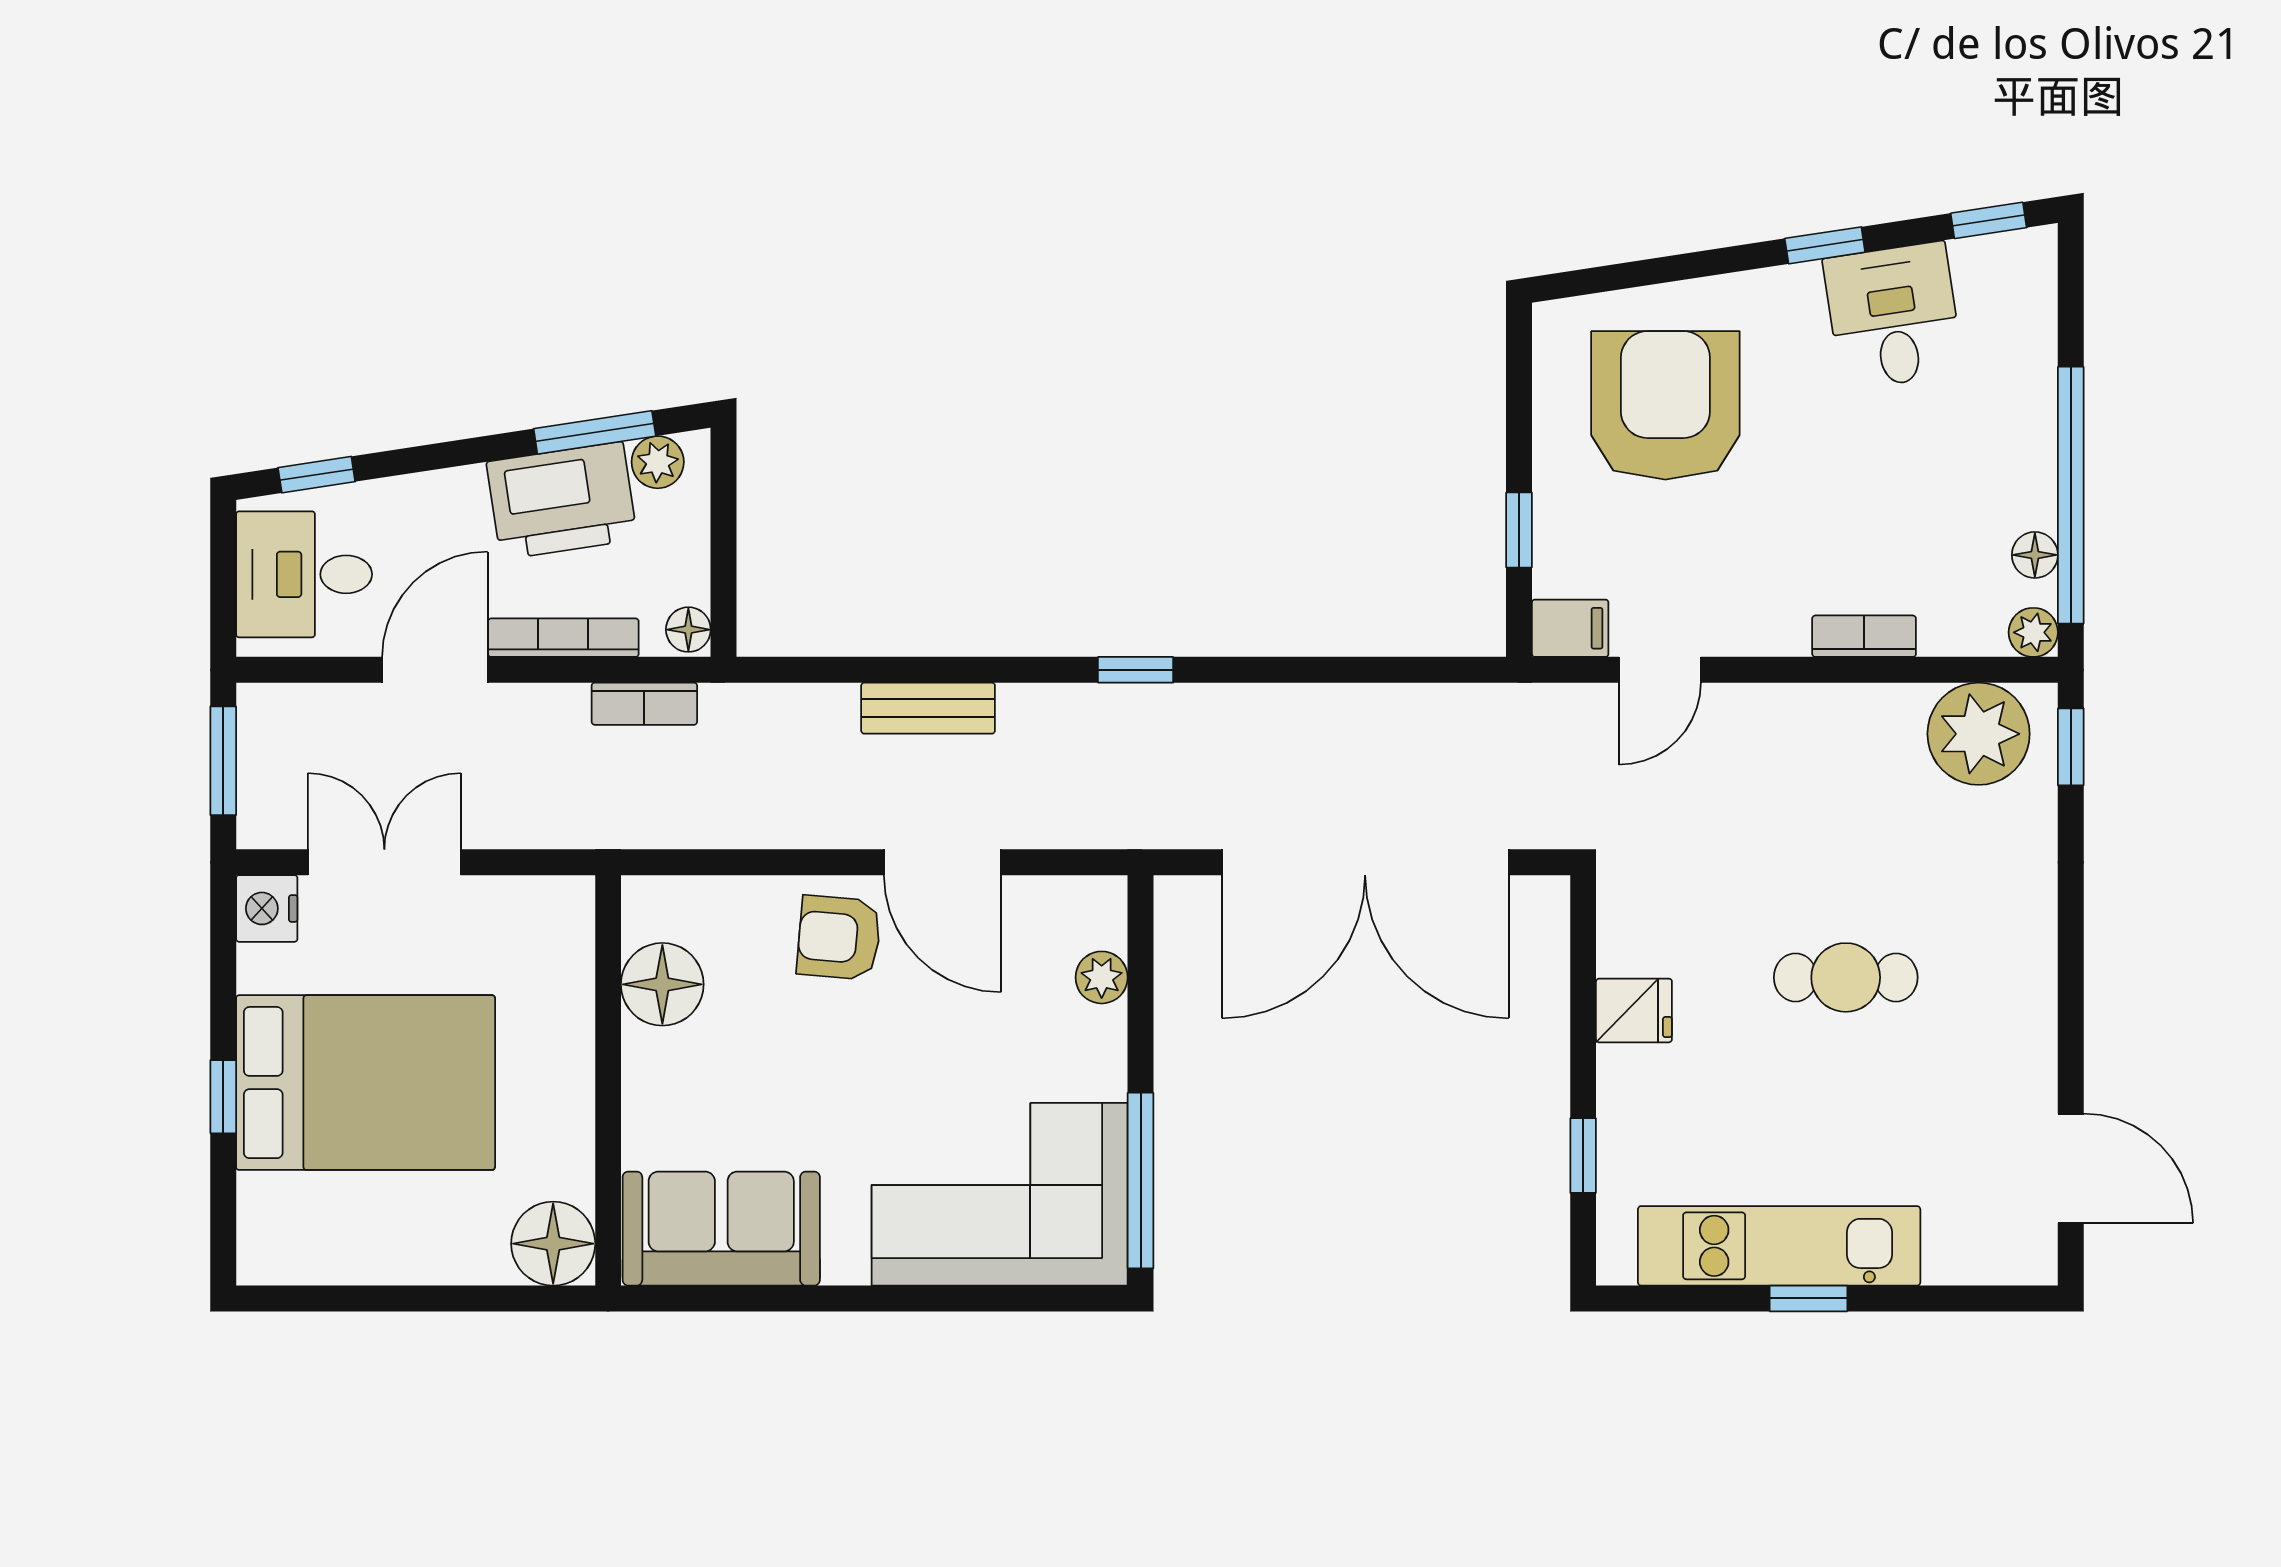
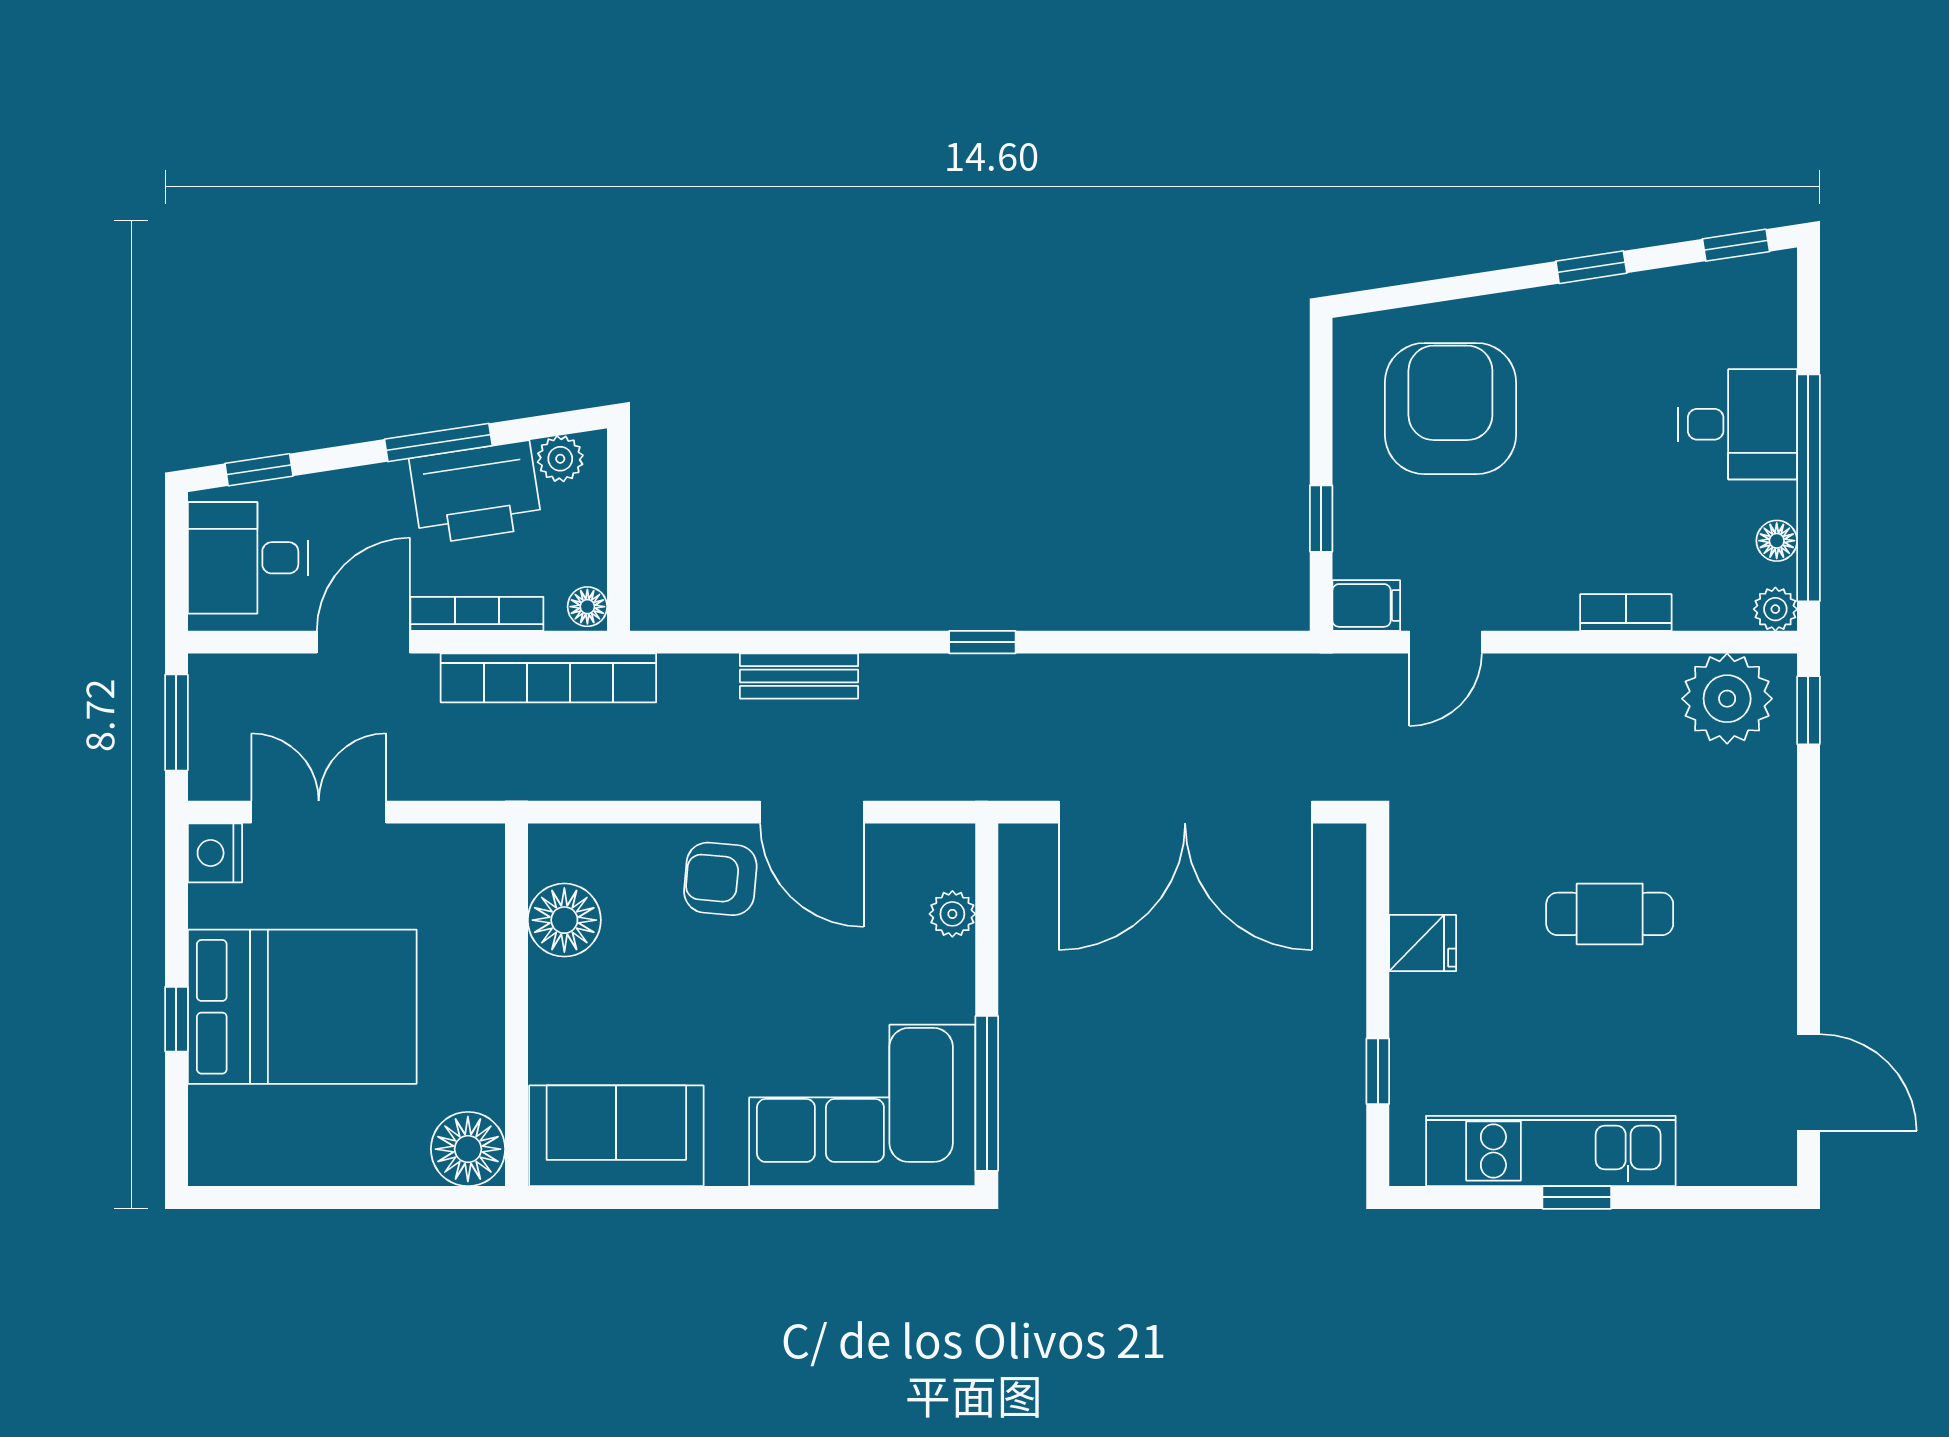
desk: (1893, 316) -> (1738, 424), moved, turned 99
window: (595, 432) -> (438, 442), moved
bookcase: (644, 704) -> (548, 678), width x2.31, depth x1.31

